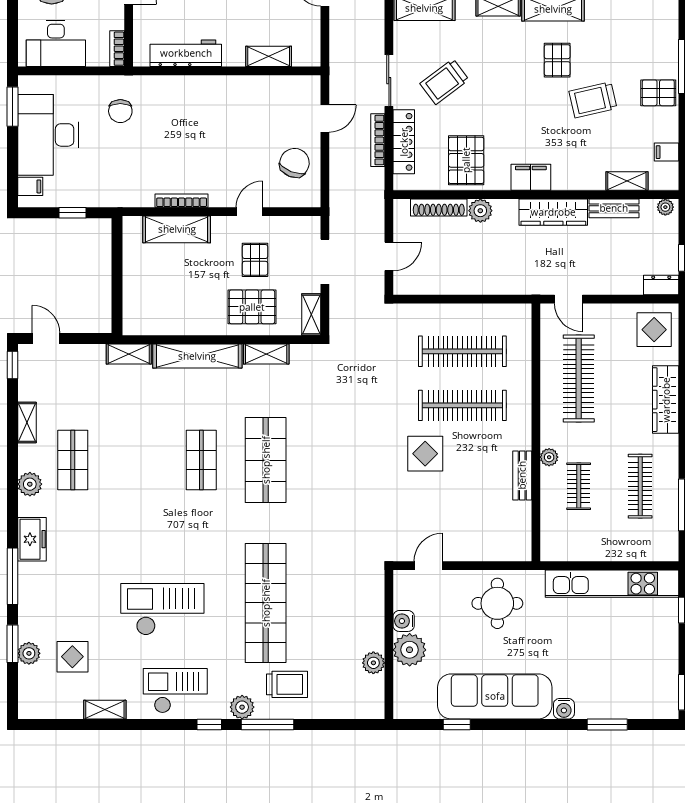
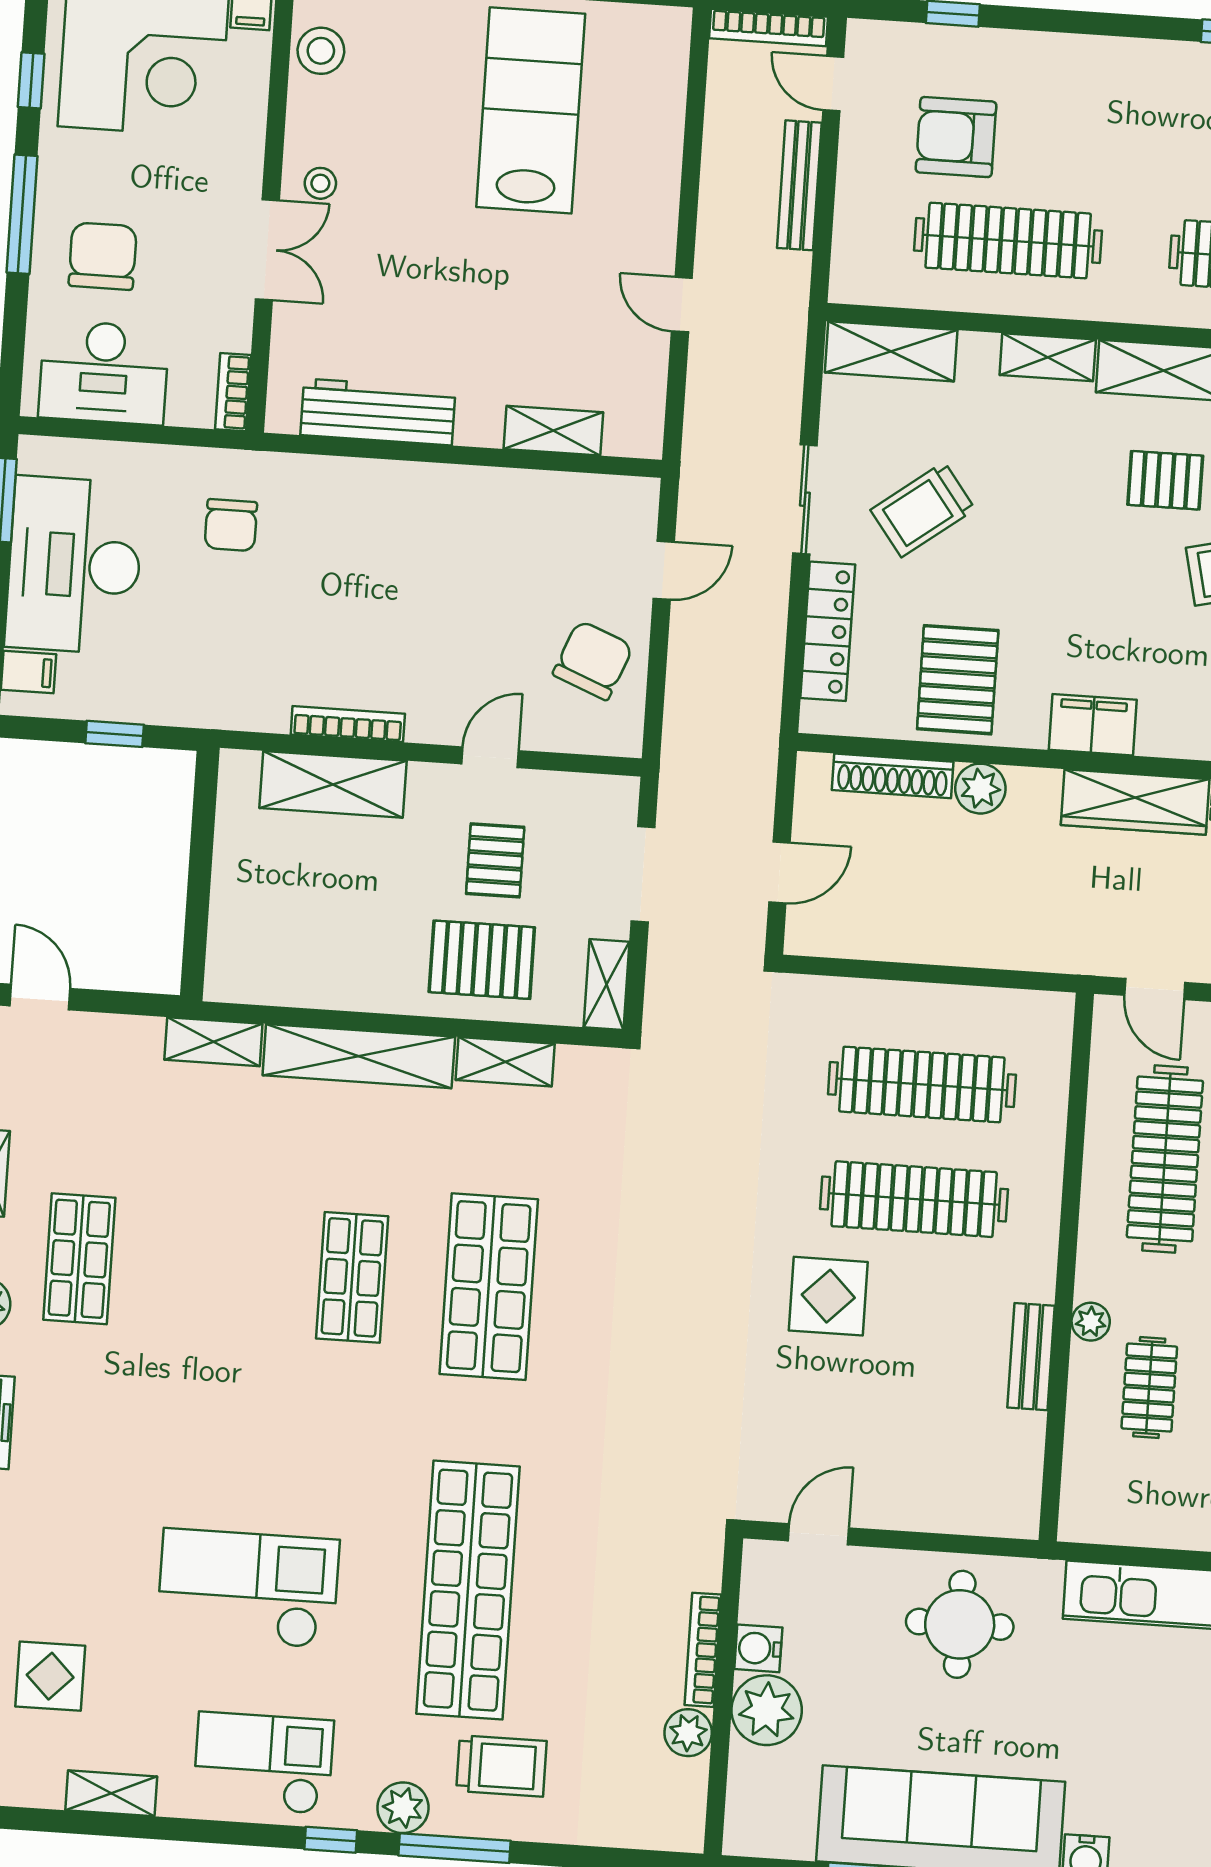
pallet: (557, 60) -> (1165, 480), turned 90
bookcase: (378, 140) -> (703, 1650), moved

